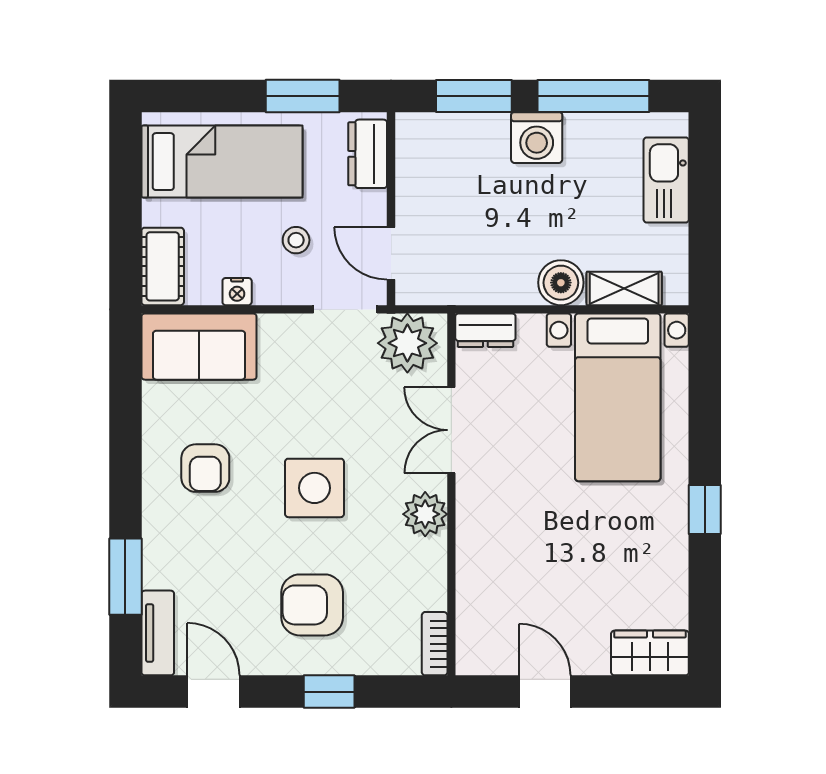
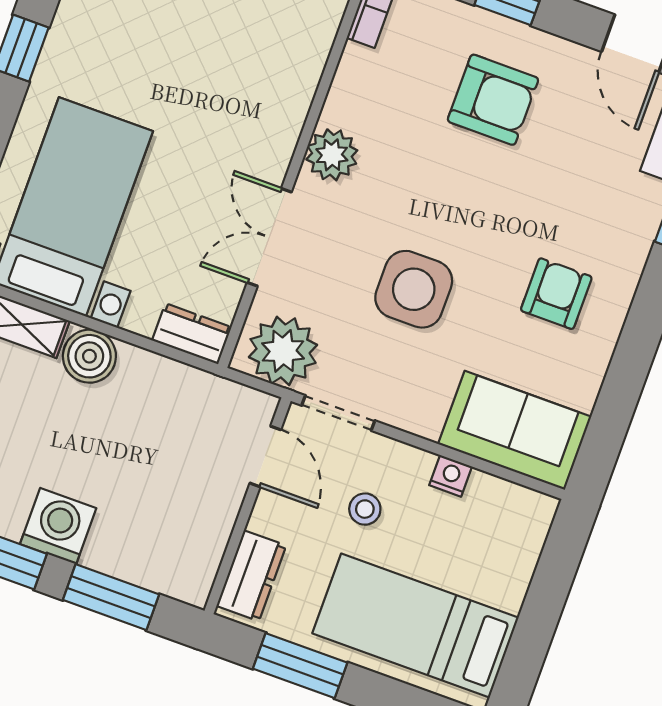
cot: (163, 266) -> (523, 533), removed
double door: (451, 430) -> (269, 237), swing flipped
side table: (315, 488) -> (414, 289), moved

